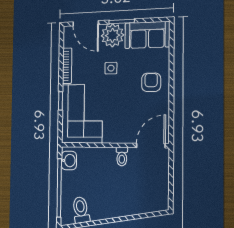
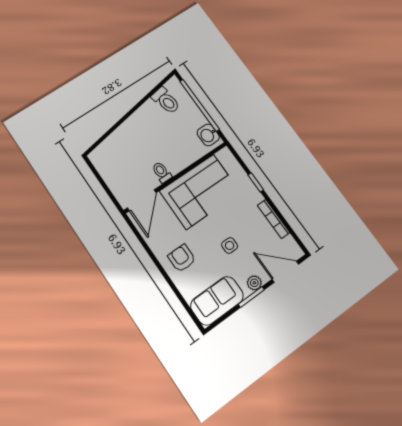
plant: (112, 35) -> (254, 283), width x0.53, depth x0.53
armchair: (151, 82) -> (182, 258), turned 180
corner sofa: (82, 114) -> (200, 192), moved, turned -90

